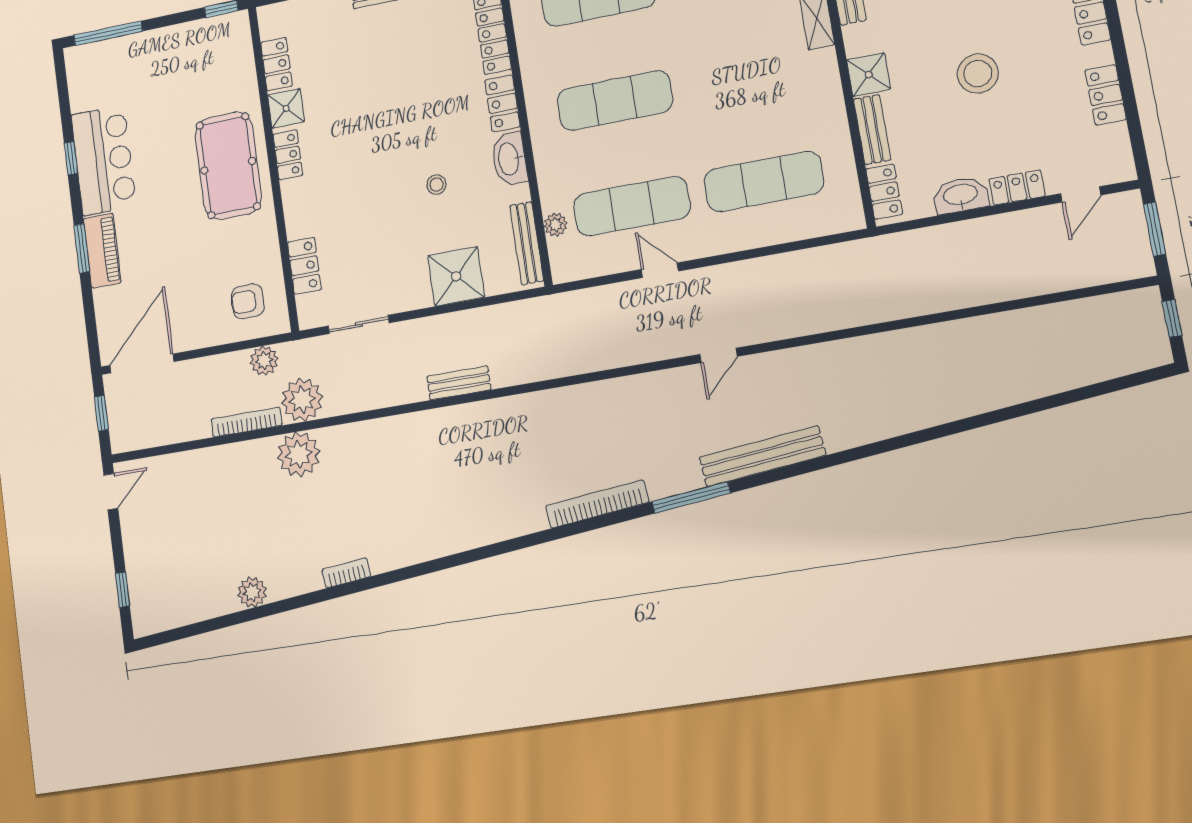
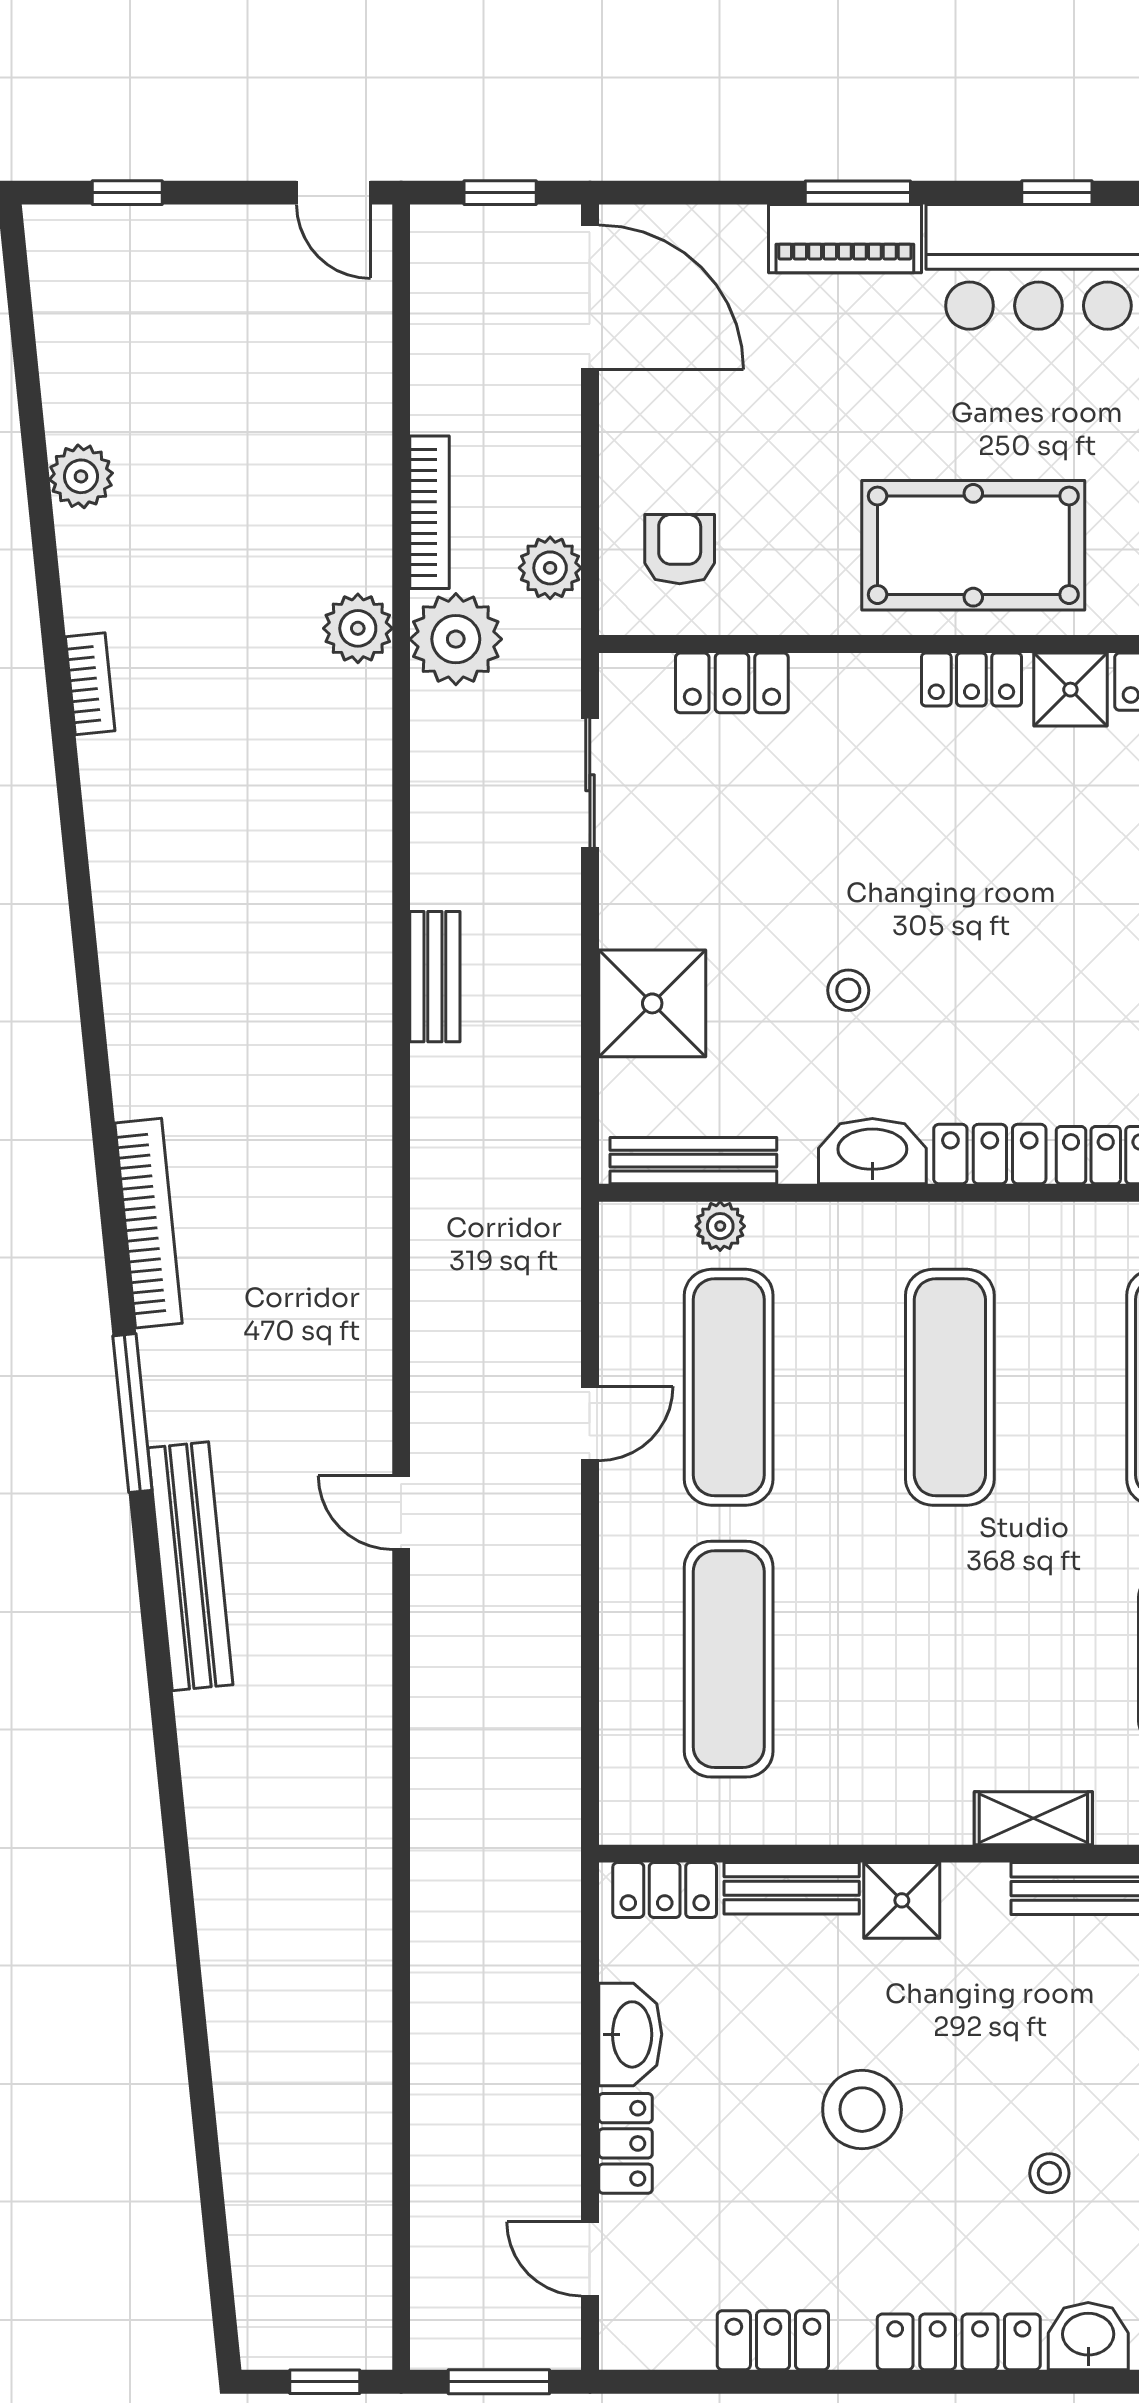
plant: (299, 454) -> (358, 628), width x0.73, depth x0.73

